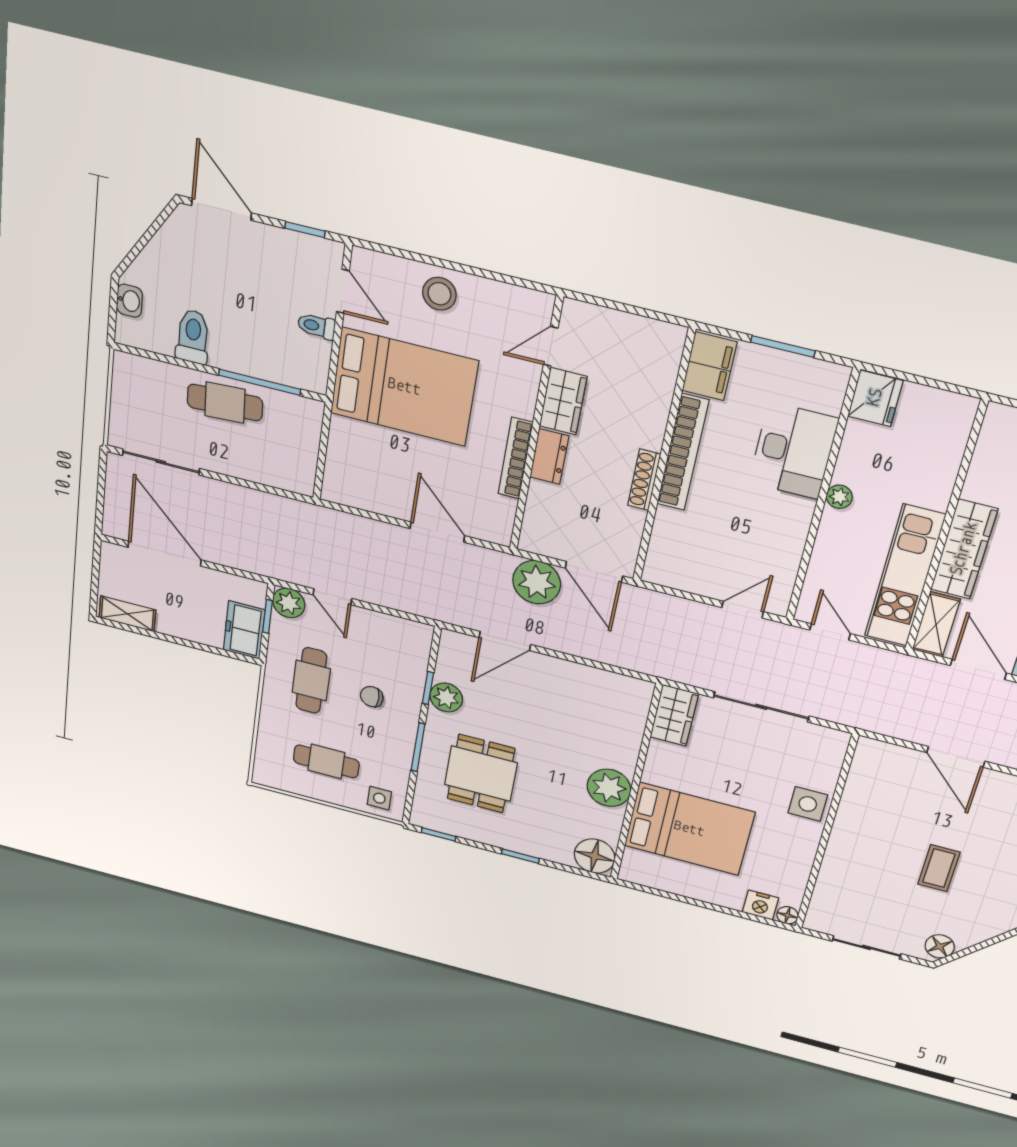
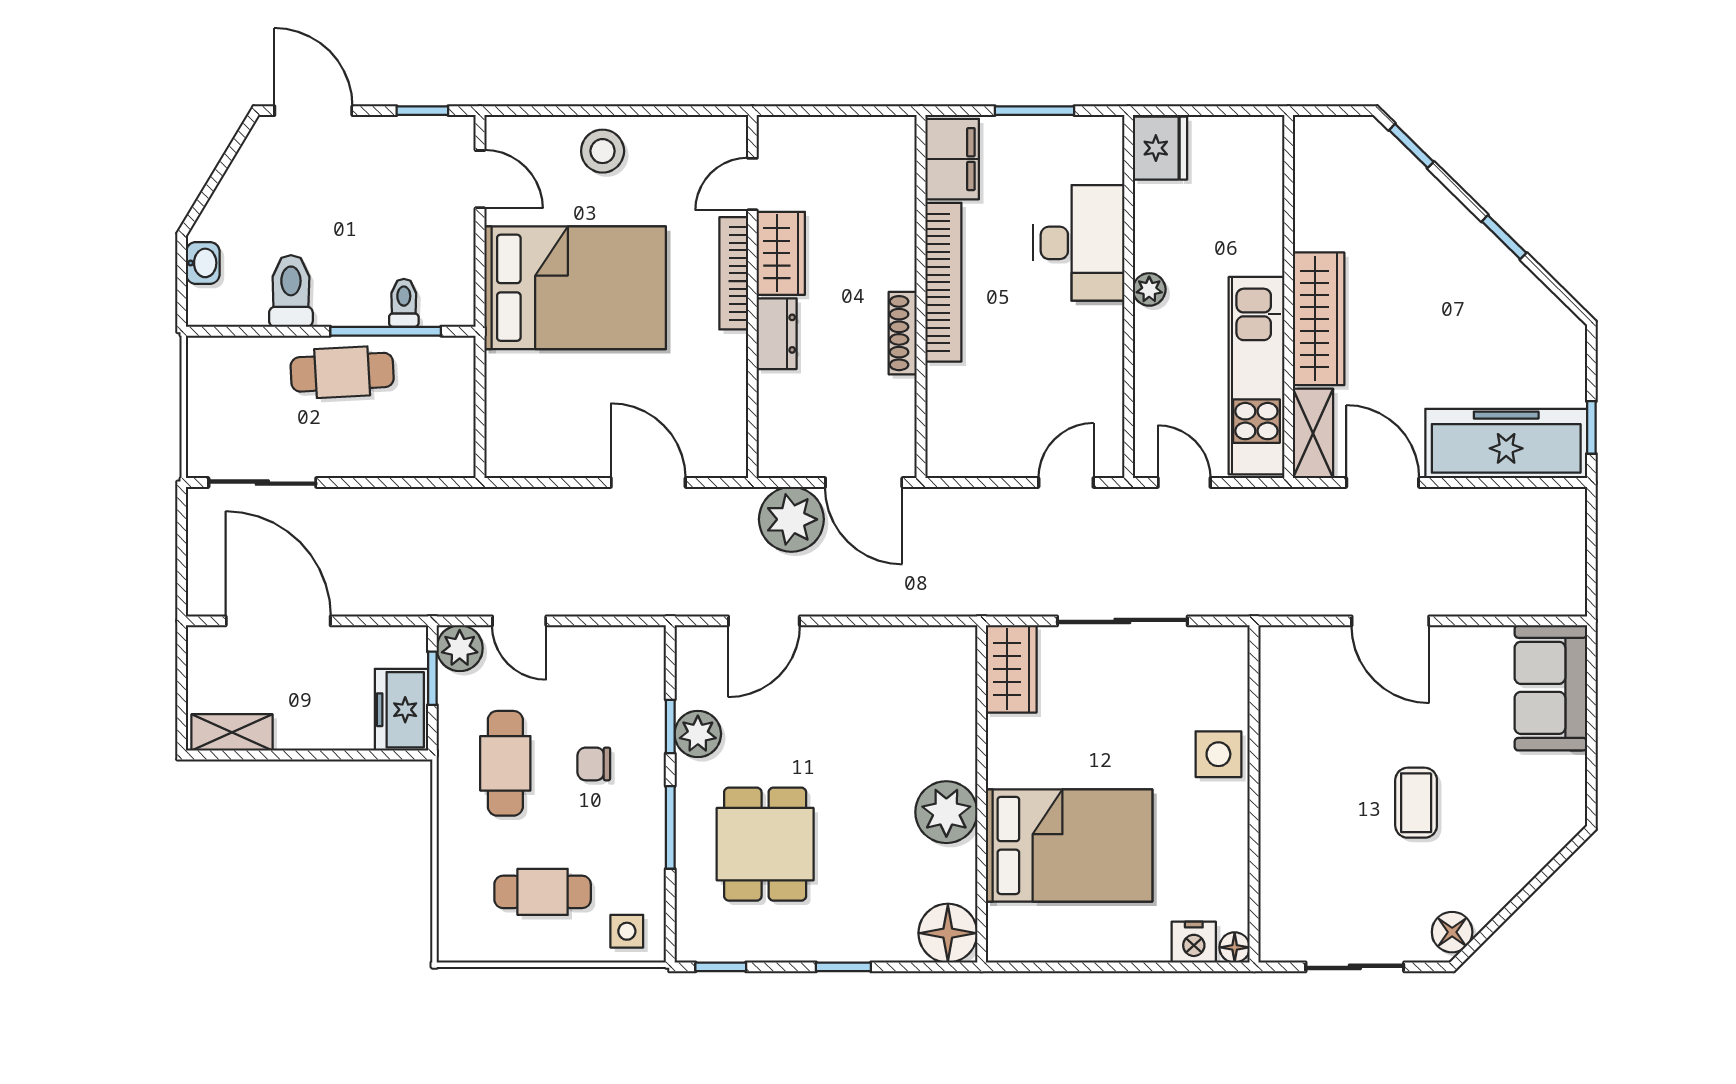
toilet: (316, 326) -> (404, 303), moved, turned 90
bookcase: (515, 458) -> (734, 273), moved

